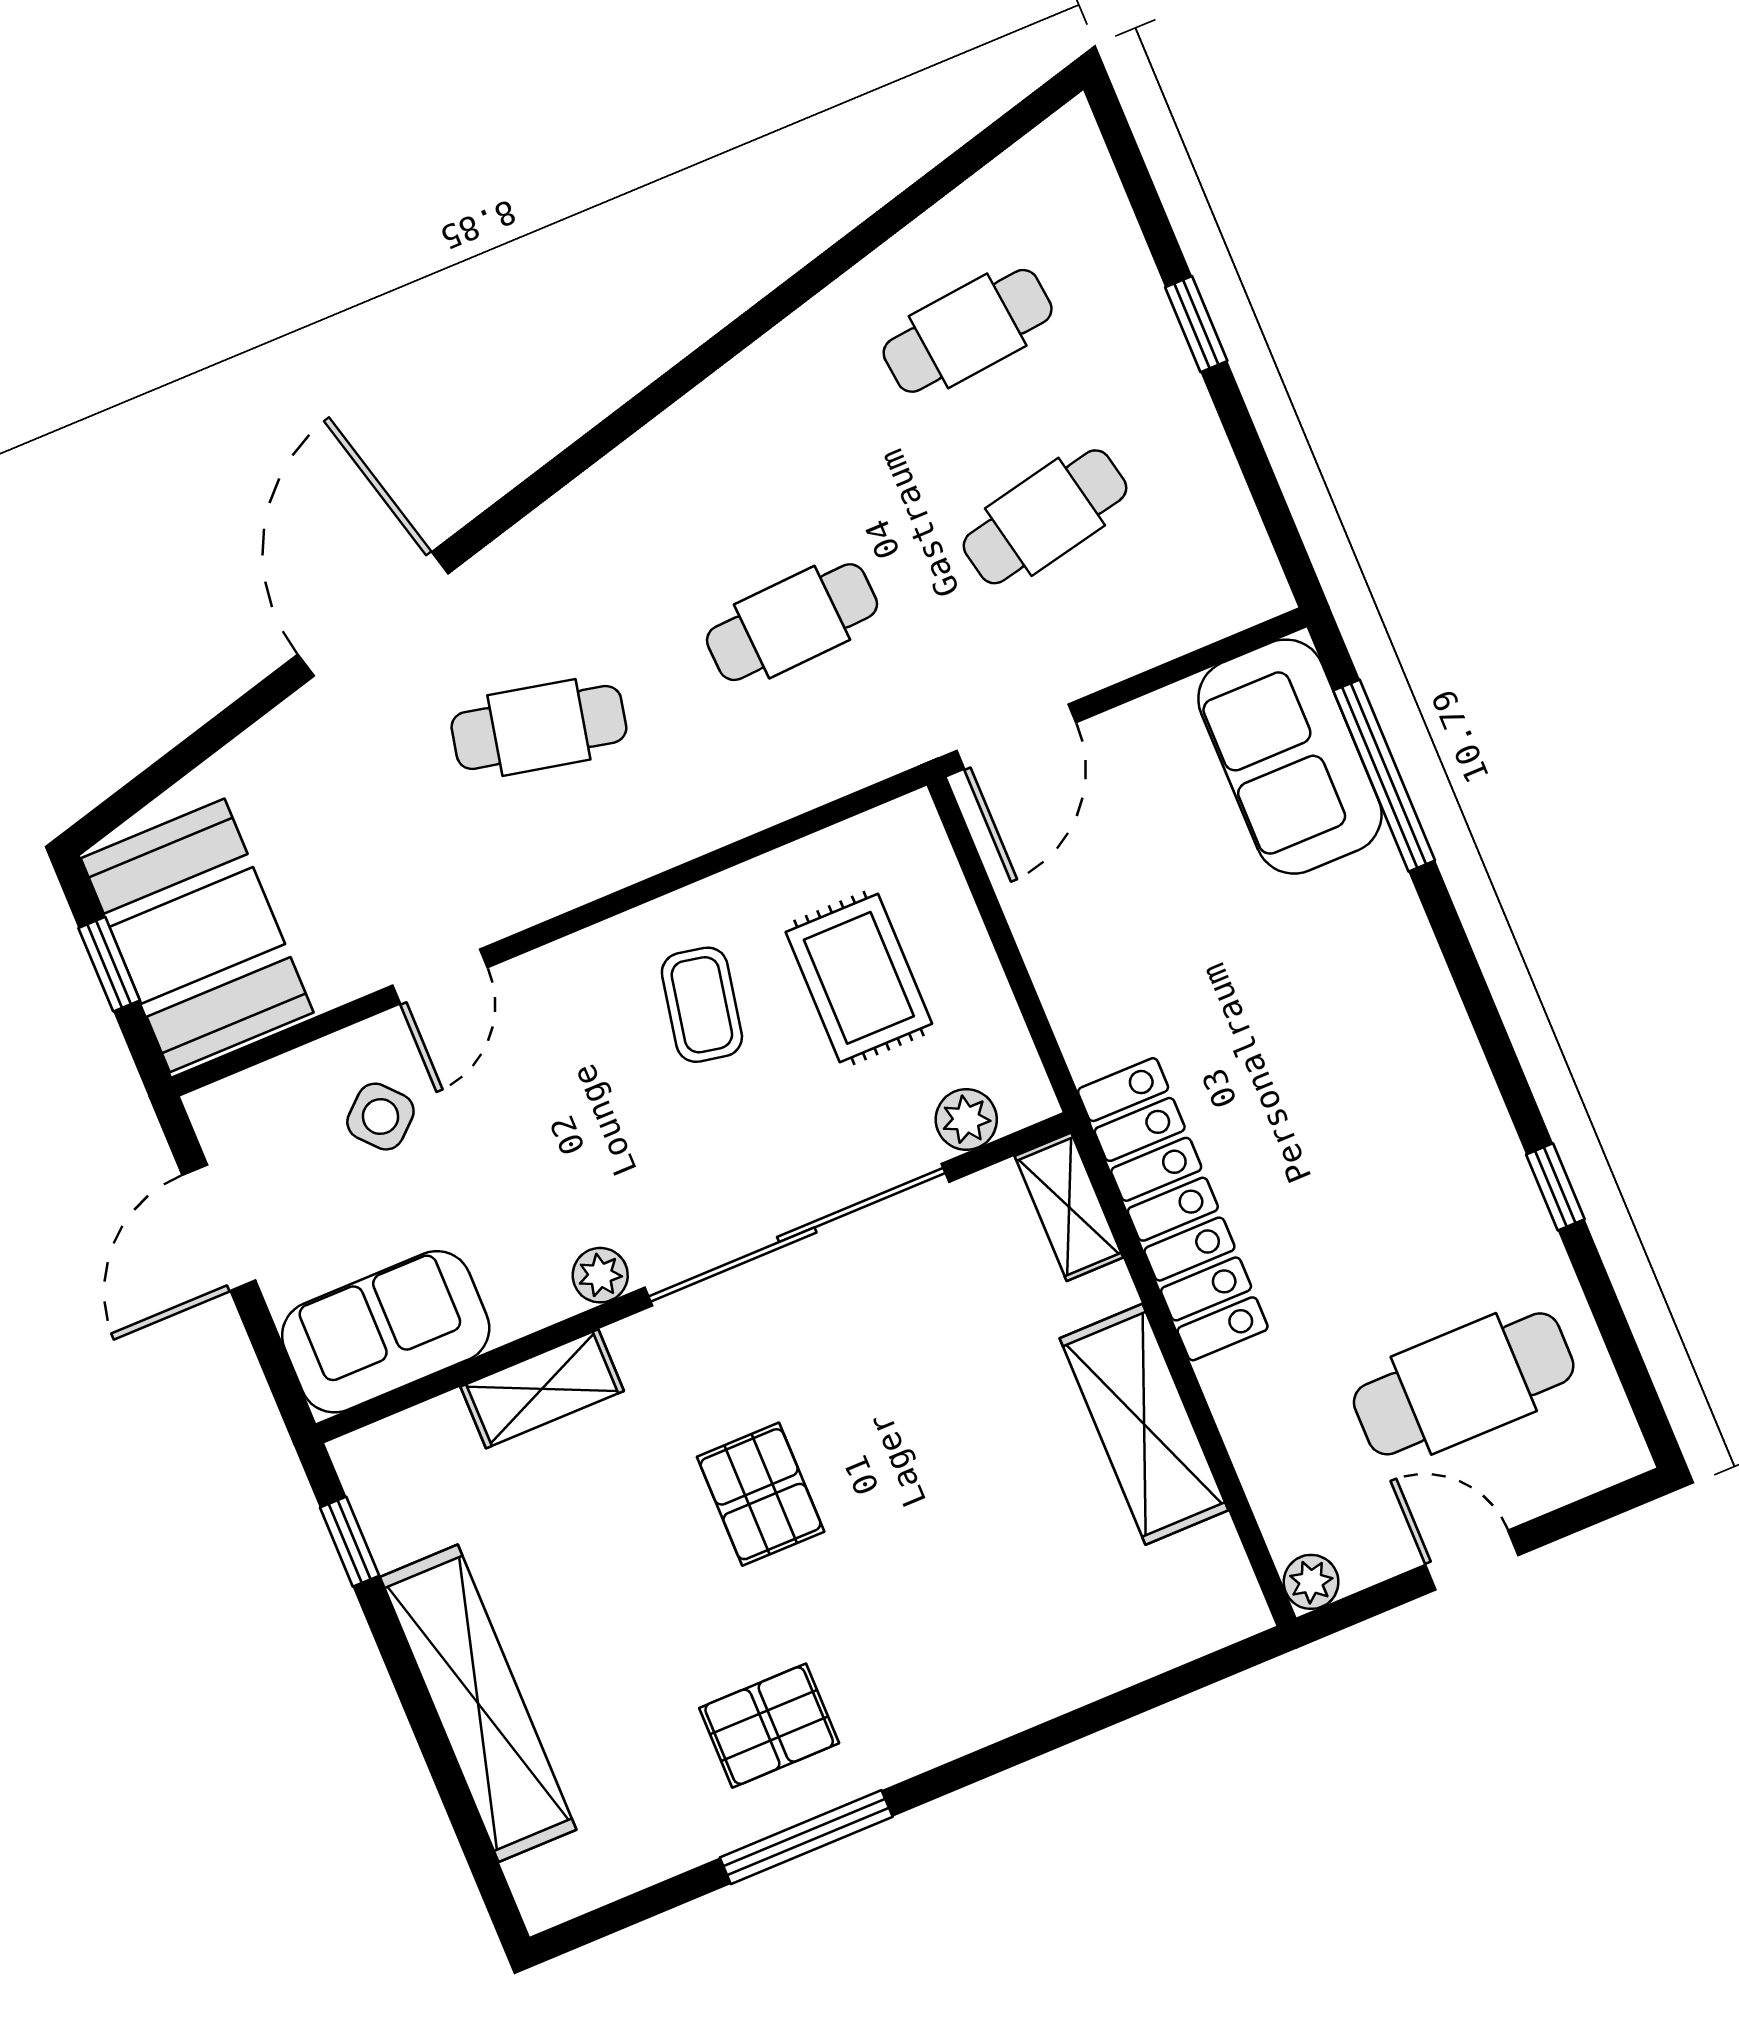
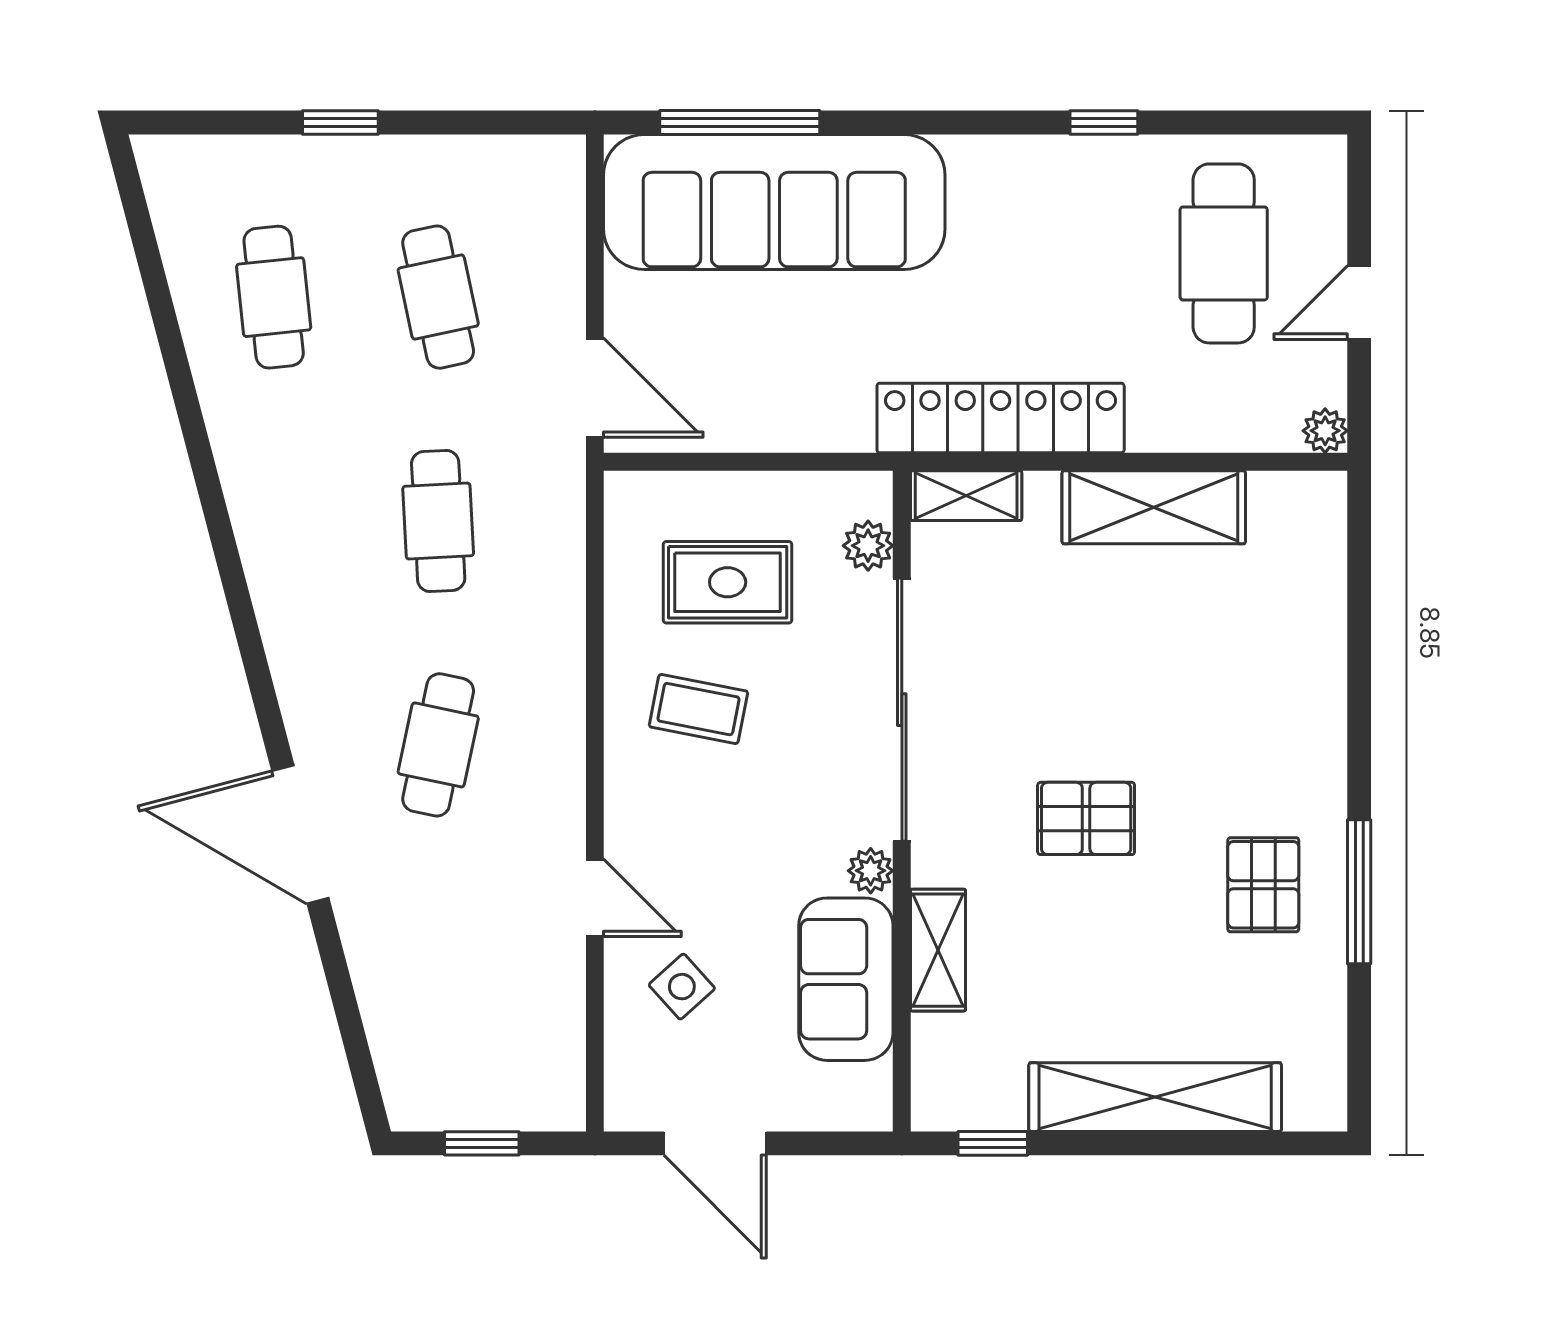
sofa: (1290, 757) -> (774, 202), width x1.85, depth x1.27
booth: (197, 935) -> (488, 1068), removed
sofa: (386, 1332) -> (846, 979), moved

